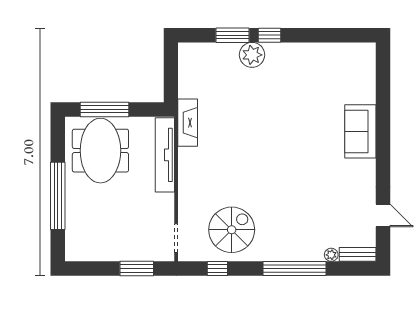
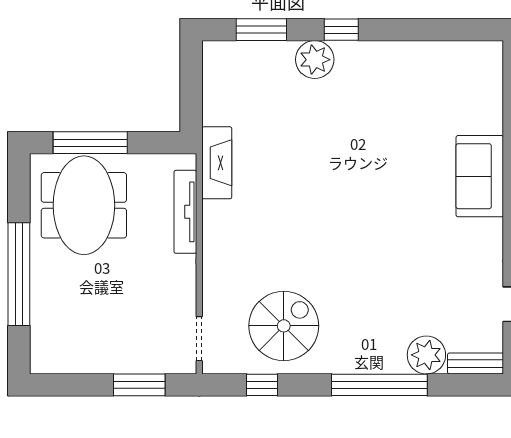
window: (233, 35) -> (261, 30), moved
tv unit: (165, 155) -> (185, 212), width x0.73, depth x0.78
plant: (331, 255) -> (426, 355), width x1.87, depth x1.87

